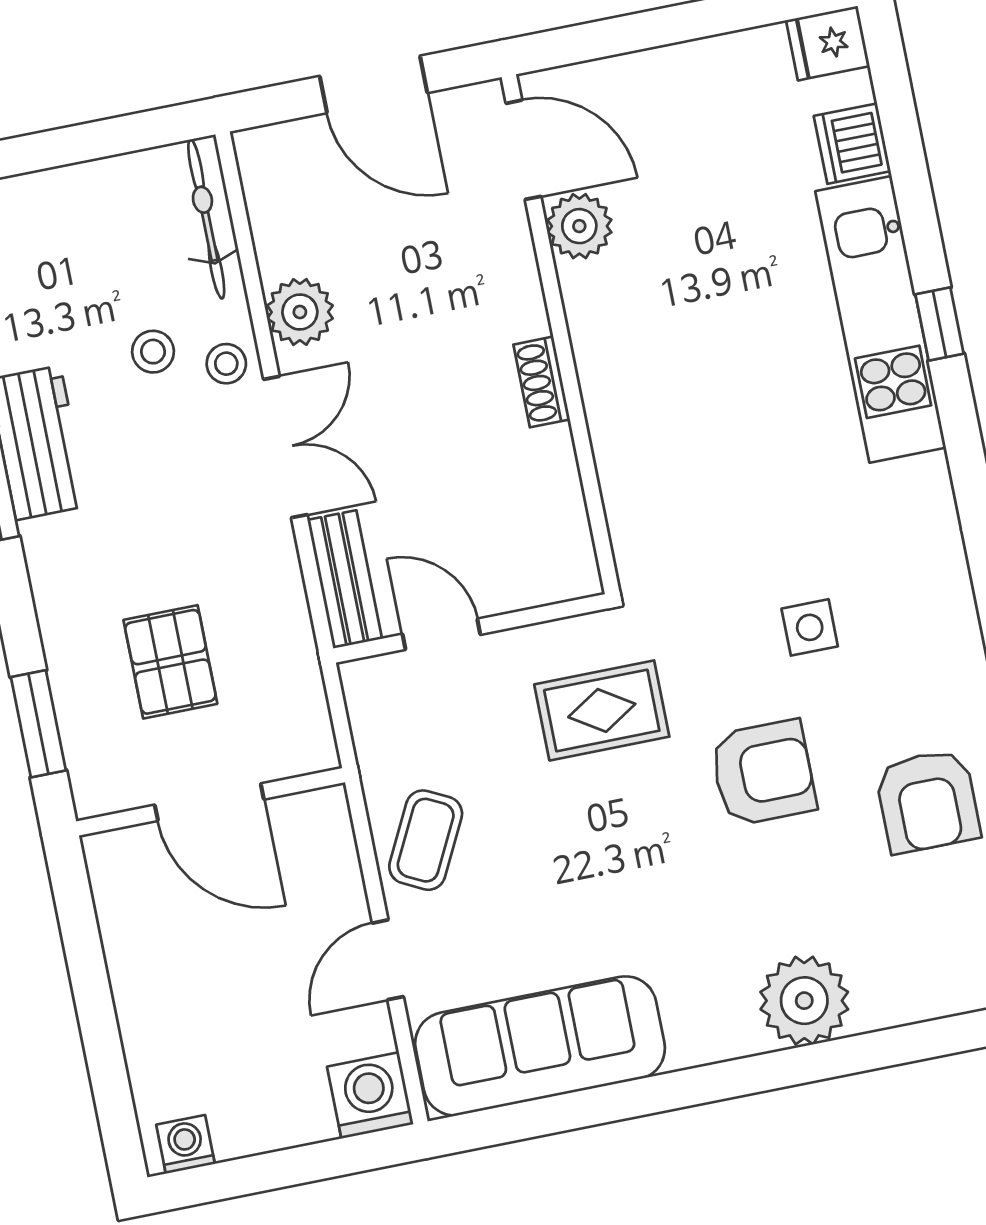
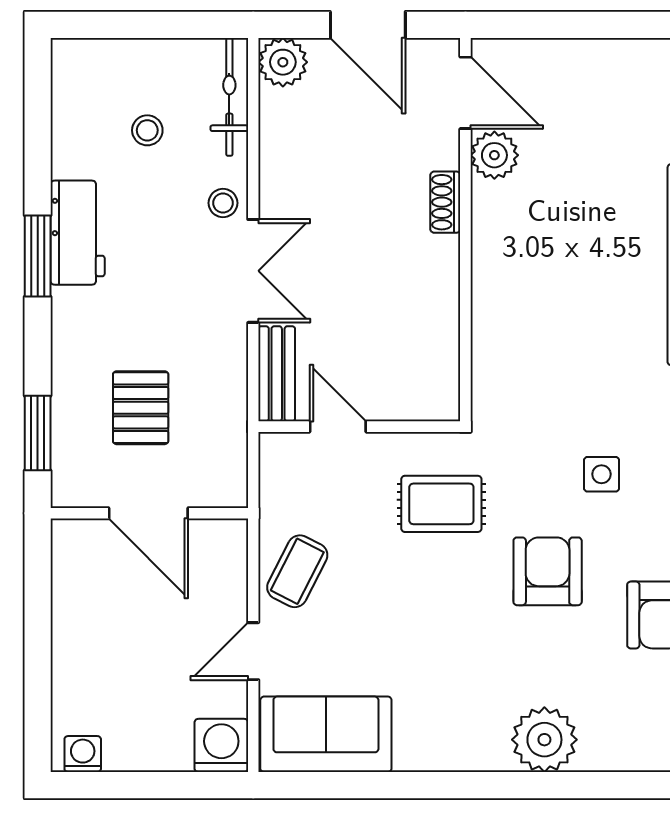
plant: (300, 312) -> (283, 62), moved
stool: (153, 352) -> (147, 130), moved
shoe rack: (542, 382) -> (445, 202), moved
armchair: (763, 773) -> (548, 571), turned -90
sofa: (540, 1046) -> (326, 734), width x0.73

